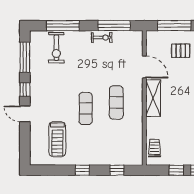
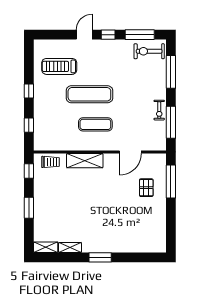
exercise bike: (56, 48) -> (149, 51), moved
shelving: (153, 98) -> (85, 161), moved
exercise mat: (86, 109) -> (89, 94), width x1.36, depth x1.45
window: (176, 170) -> (29, 171), moved

